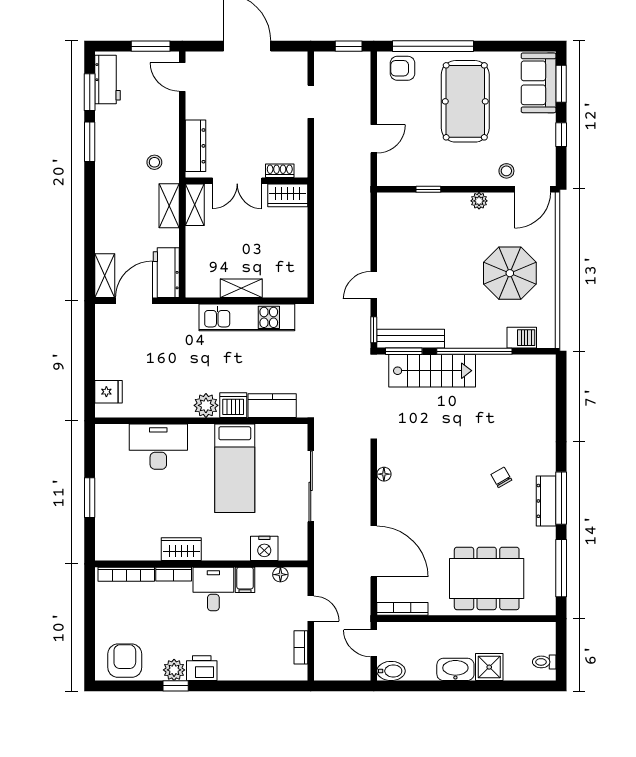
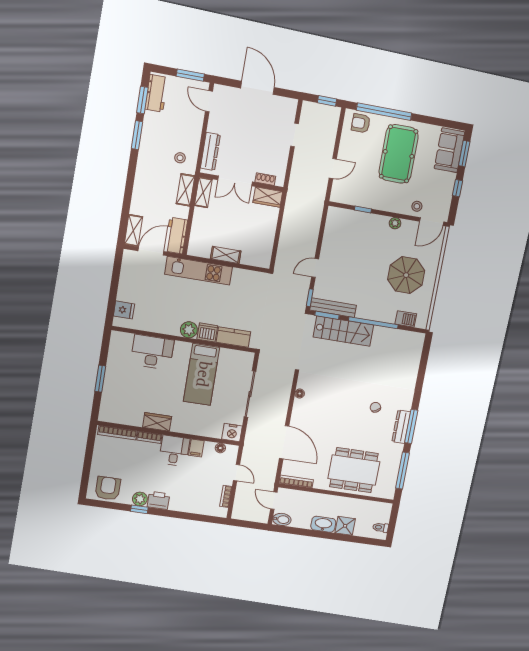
kitchen unit: (247, 317) -> (199, 271), moved
nightstand: (264, 548) -> (232, 433), moved

